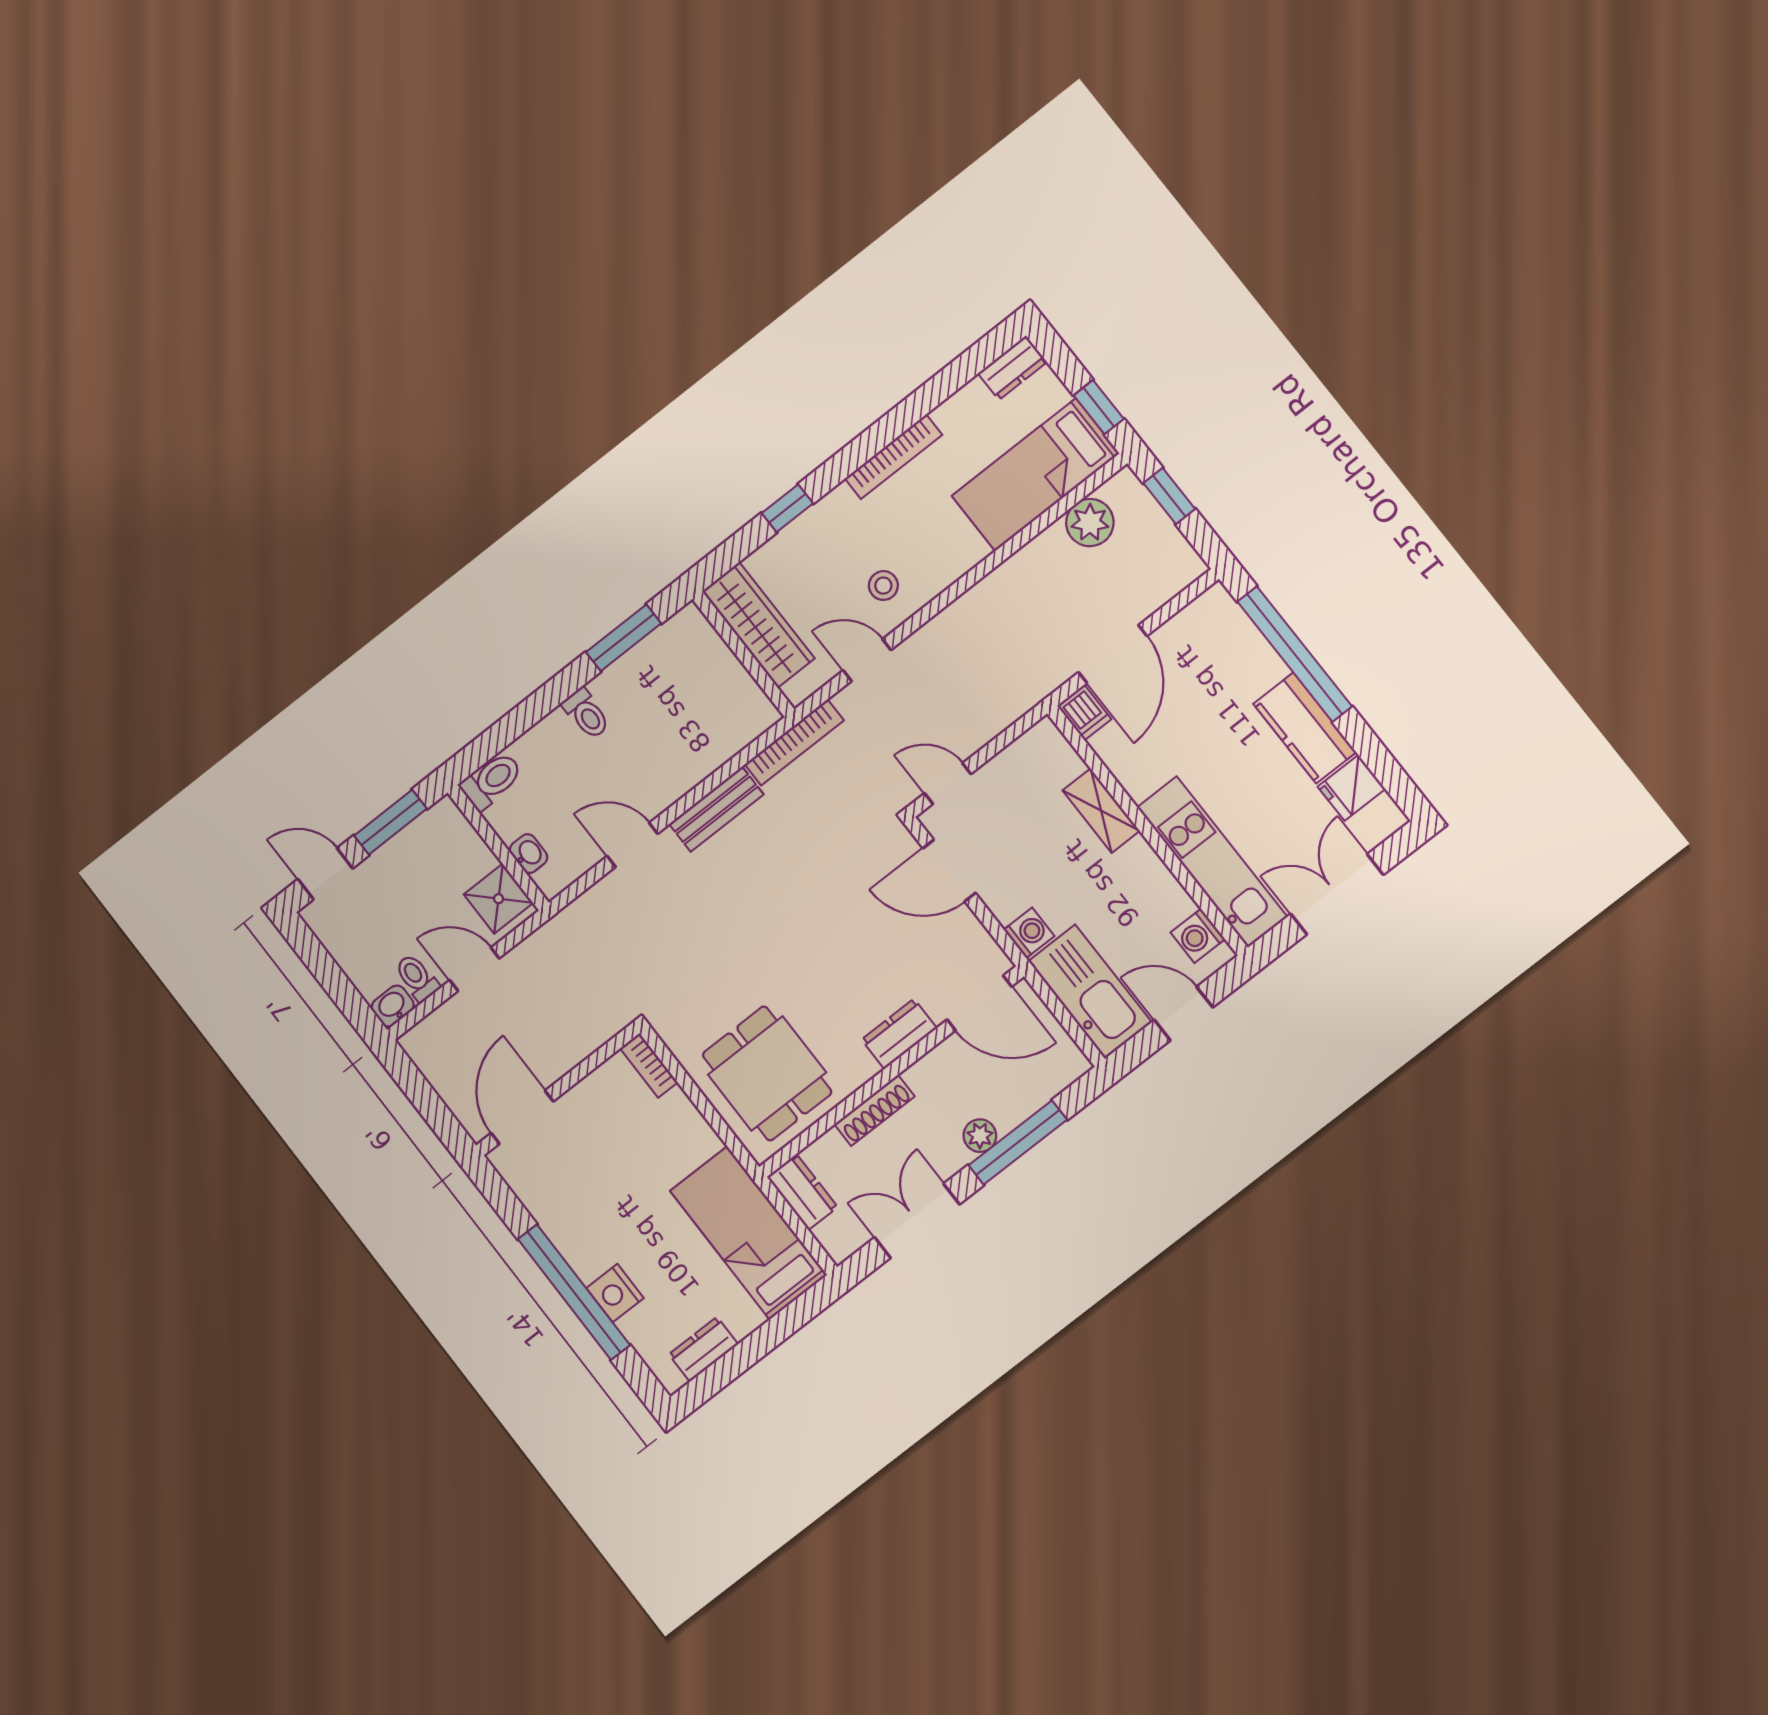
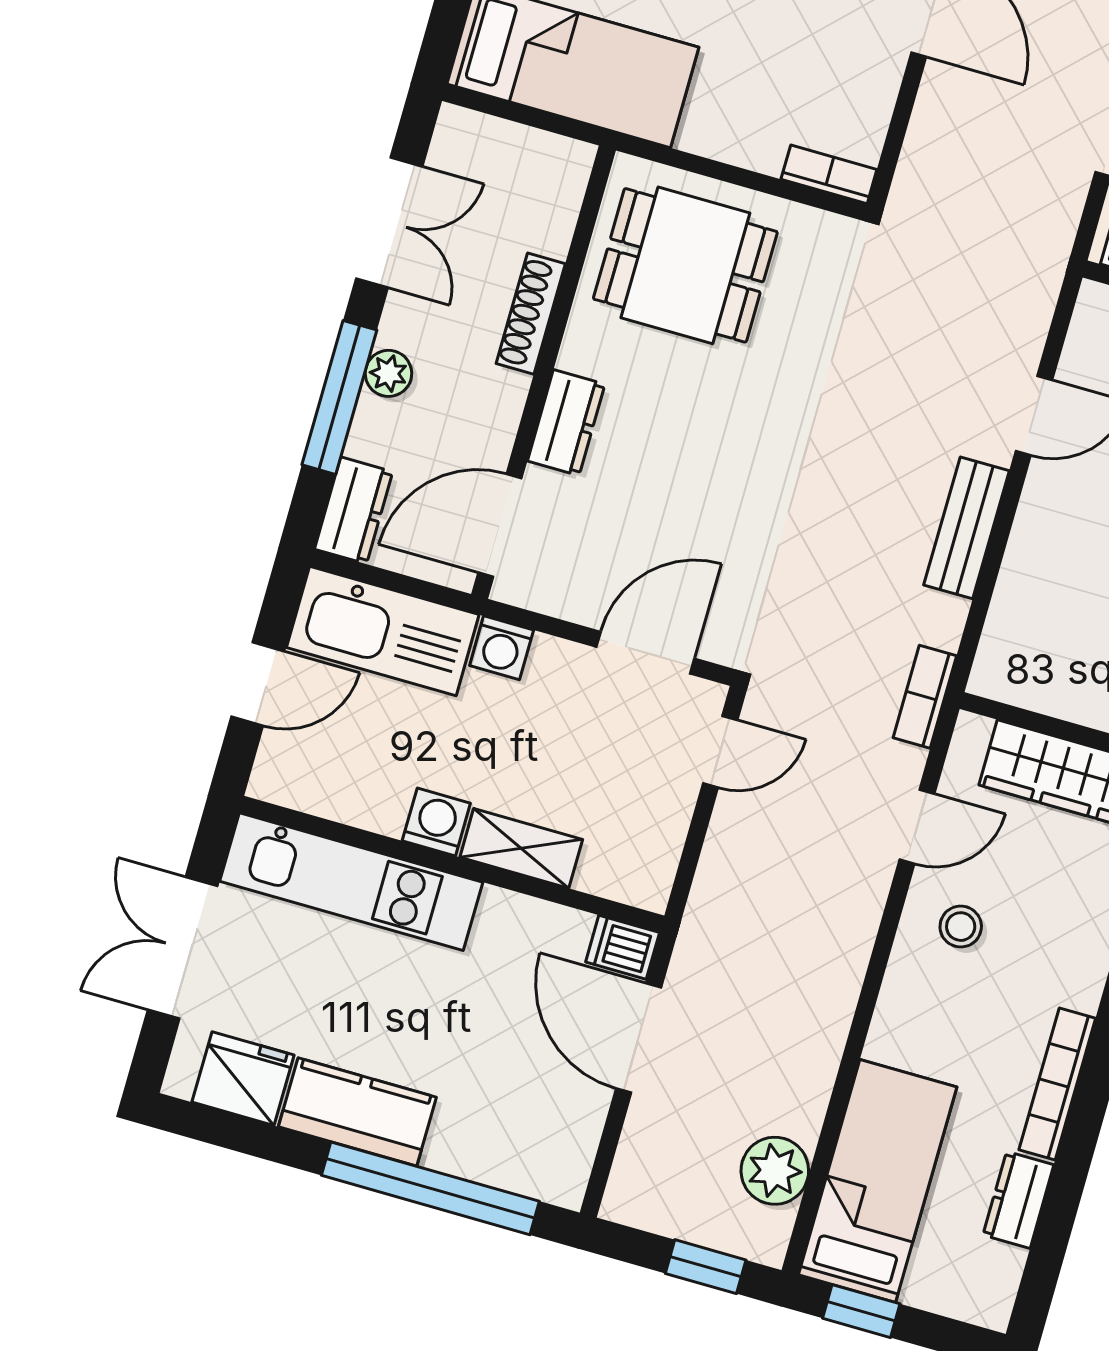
dresser: (1012, 368) -> (1018, 1200), moved
bookcase: (794, 742) -> (925, 697), width x0.64
fridge: (1352, 788) -> (243, 1079), width x1.38
double door: (1337, 894) -> (183, 948), swing flipped
washing machine: (1198, 936) -> (436, 822), moved
dresser: (802, 1192) -> (354, 510), moved, turned -90

